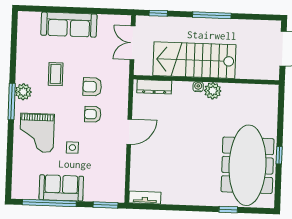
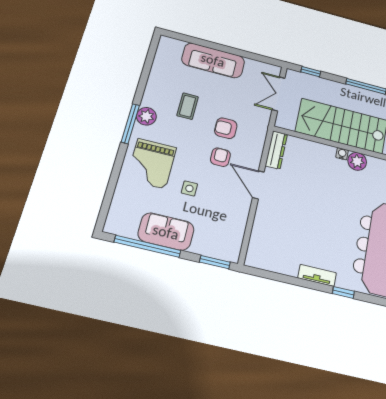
dresser: (154, 87) -> (276, 150), moved, turned -90
armchair: (93, 114) -> (220, 157), turned 90
door: (129, 132) -> (258, 185), swing flipped
tv unit: (145, 198) -> (317, 275), moved
window: (228, 210) -> (343, 292), moved

